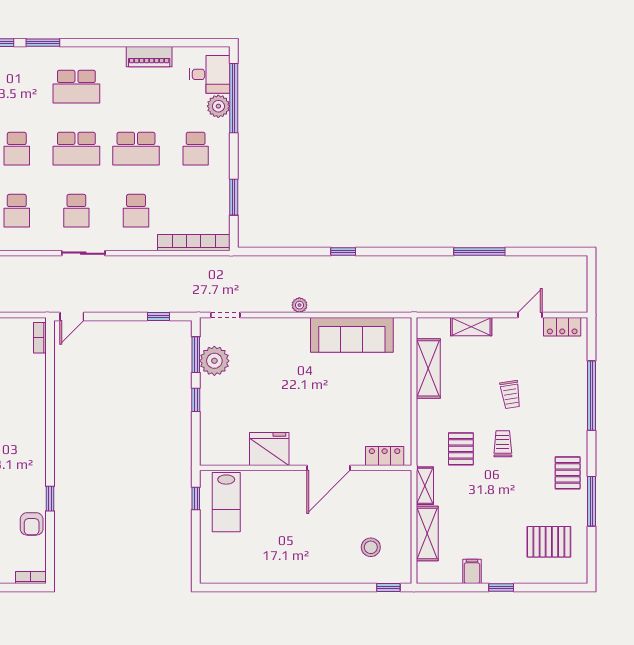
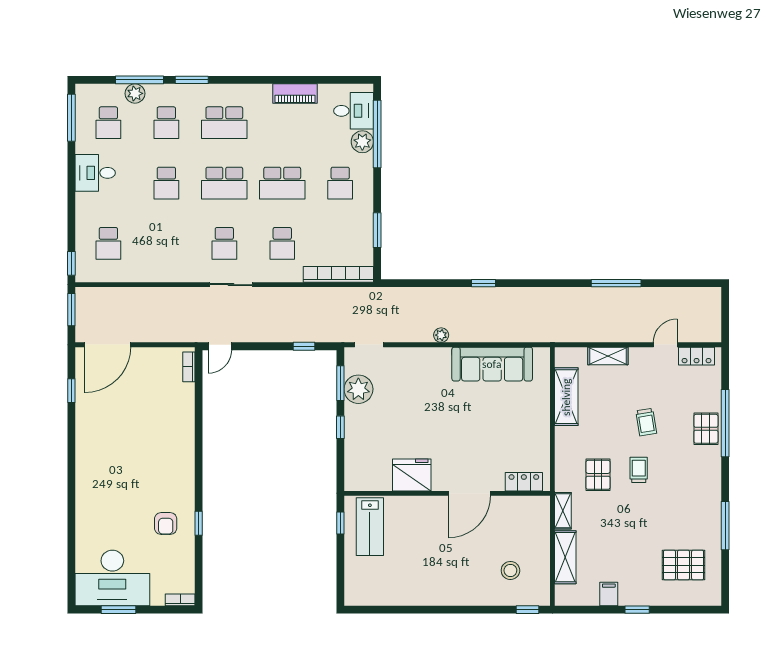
school desk: (17, 211) -> (166, 123), moved
pallet: (568, 473) -> (706, 429), moved
armchair: (32, 524) -> (166, 523), moved

